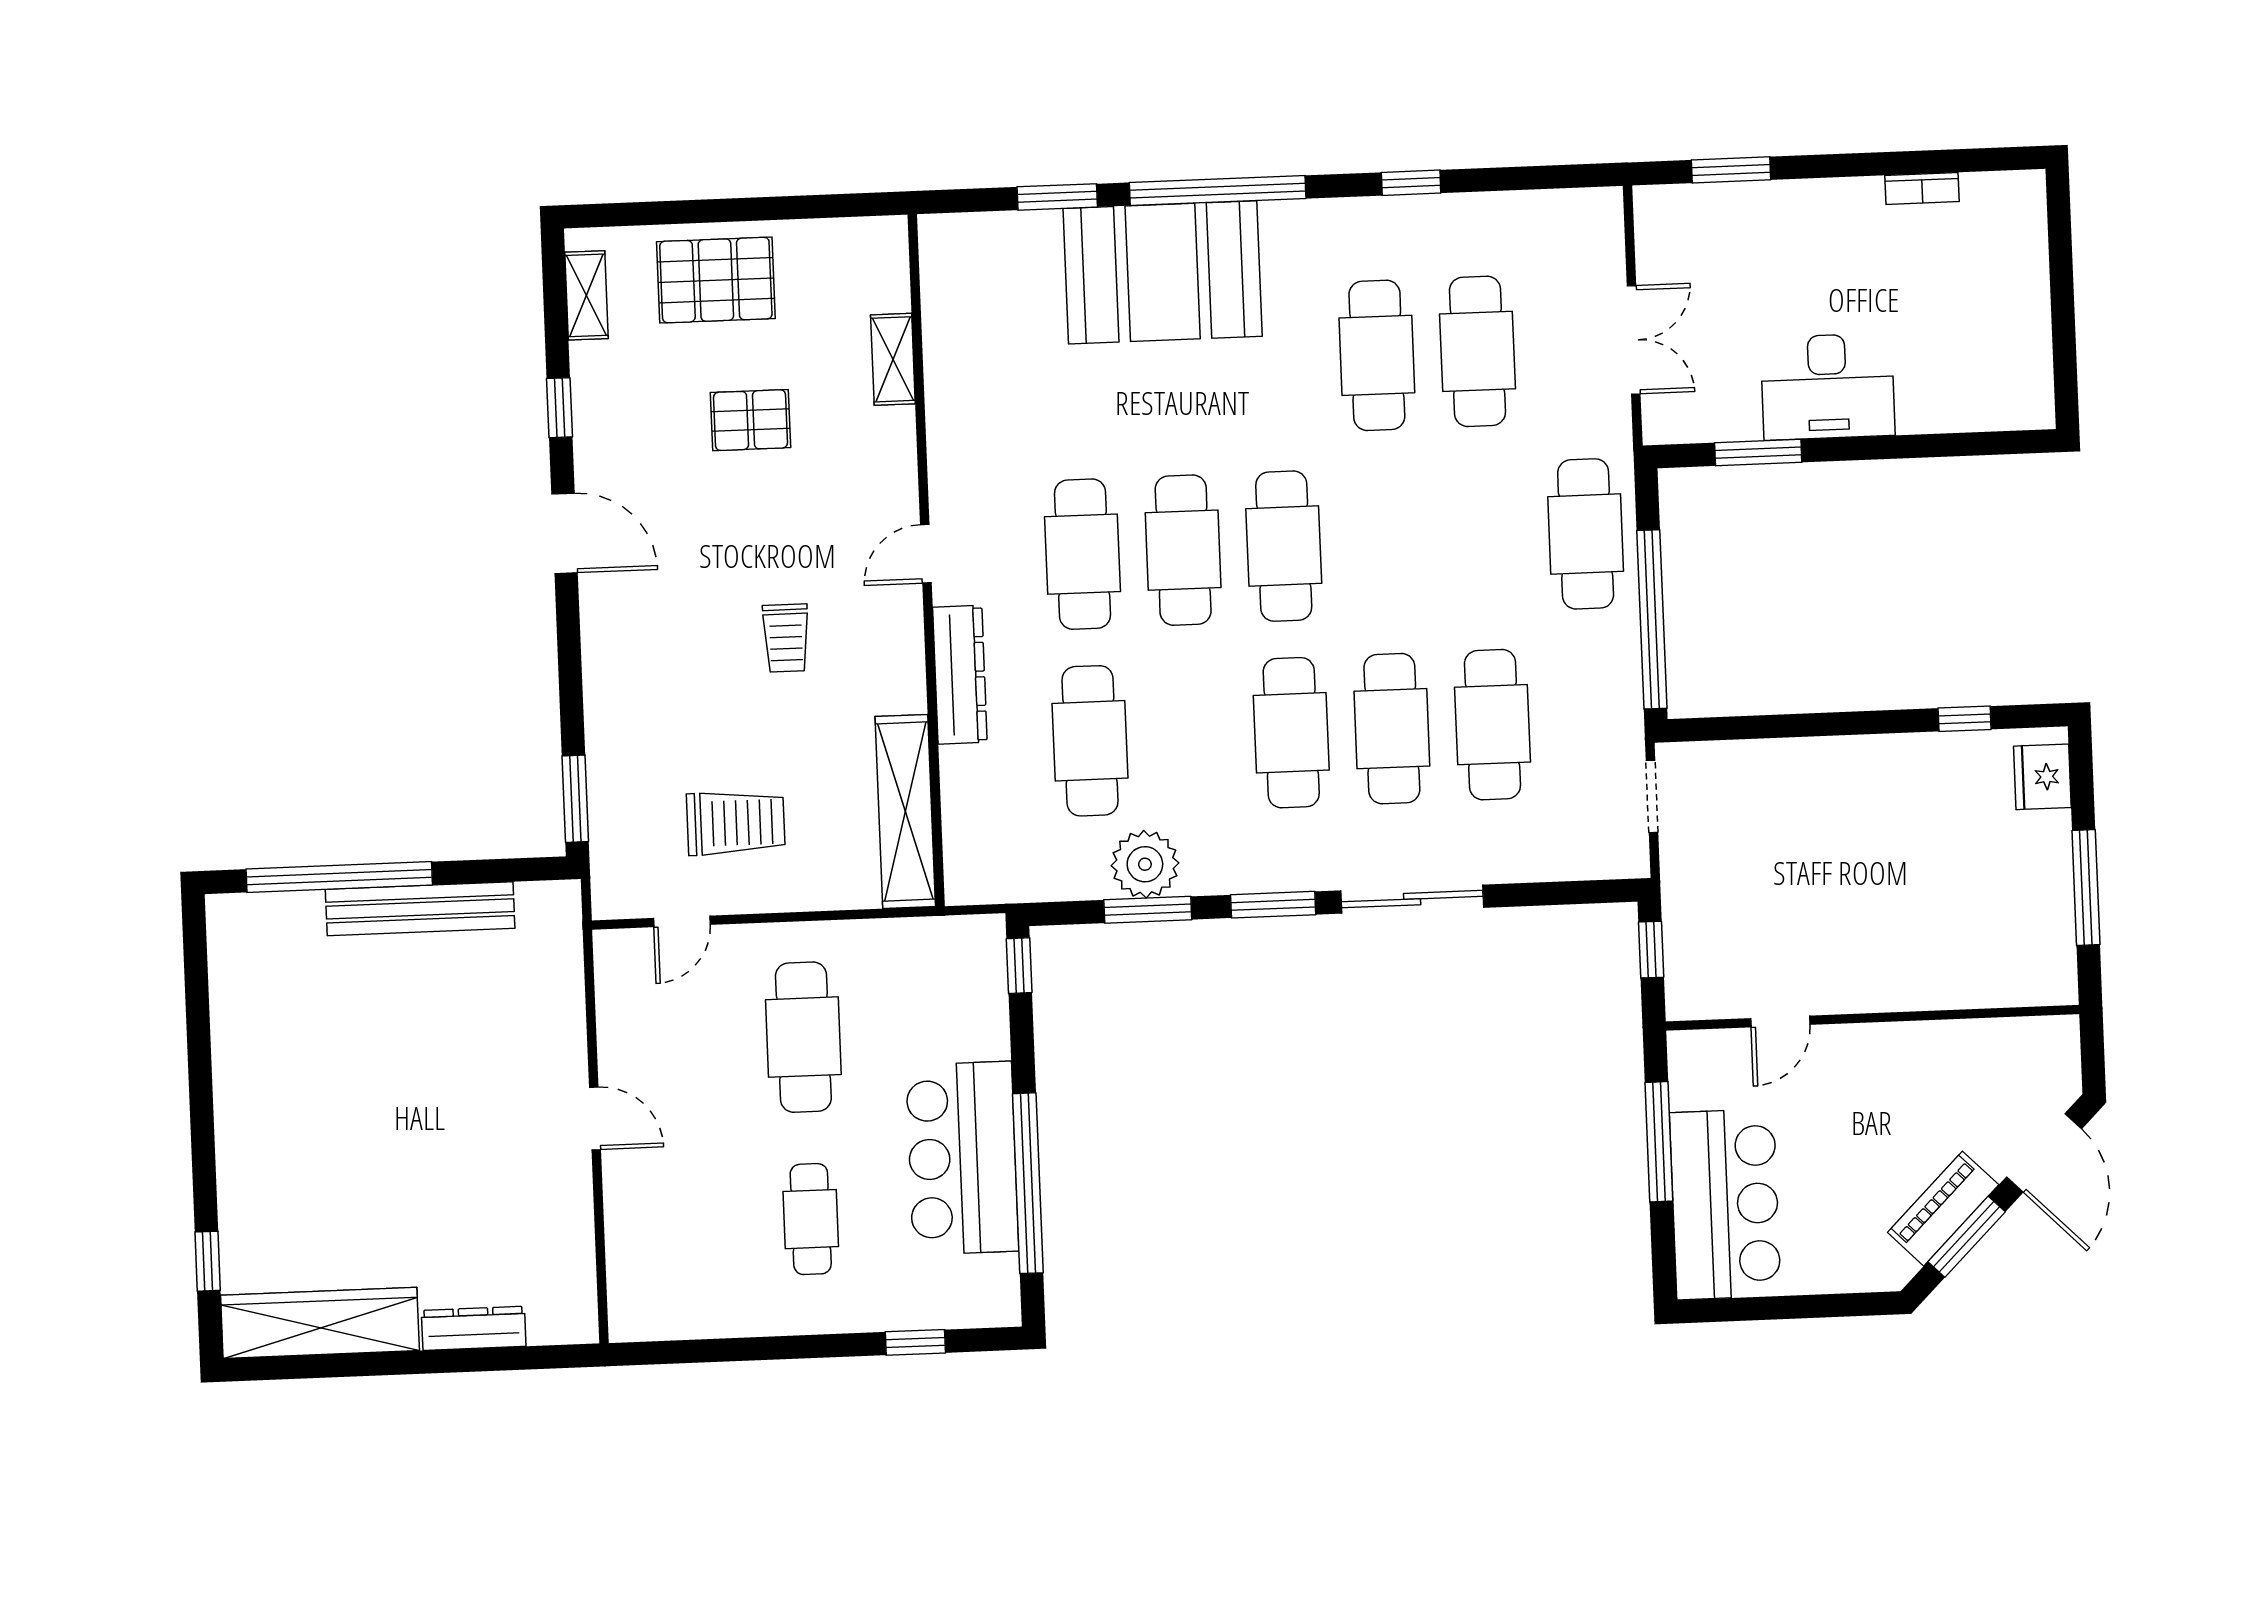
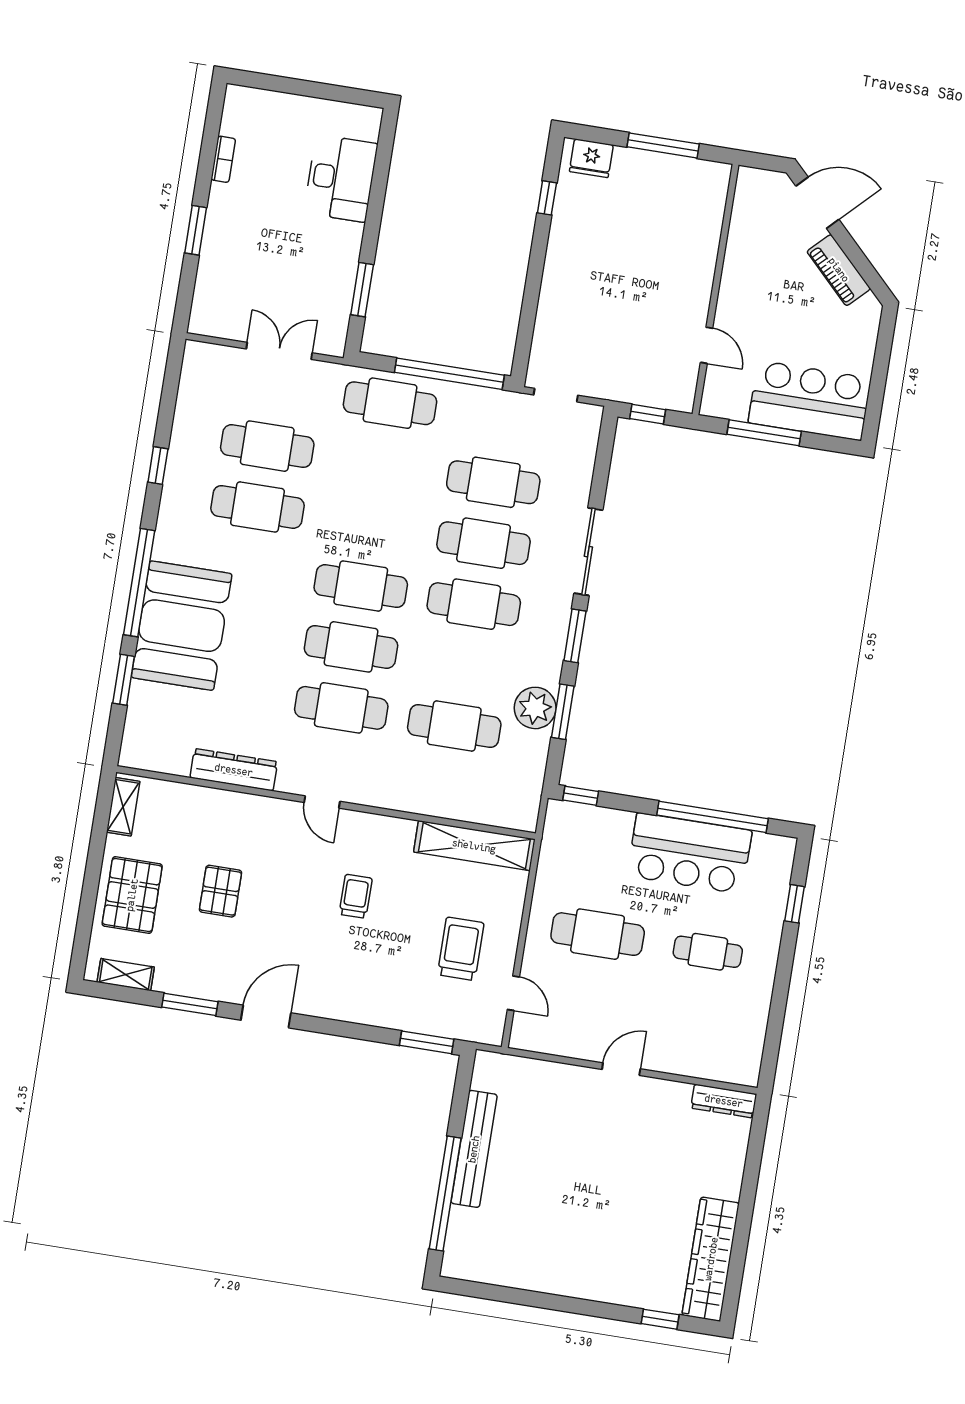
window: (1731, 170) -> (196, 230), moved
shelving: (893, 359) -> (123, 807), moved, turned 90
desk: (1828, 387) -> (341, 178), moved
window: (559, 408) -> (190, 1004), width x1.50
trolley: (786, 638) -> (356, 896), turned -90
dresser: (960, 675) -> (234, 770), moved
window: (1967, 1237) -> (858, 259), removed
dresser: (474, 1328) -> (724, 1101), moved, turned -90

